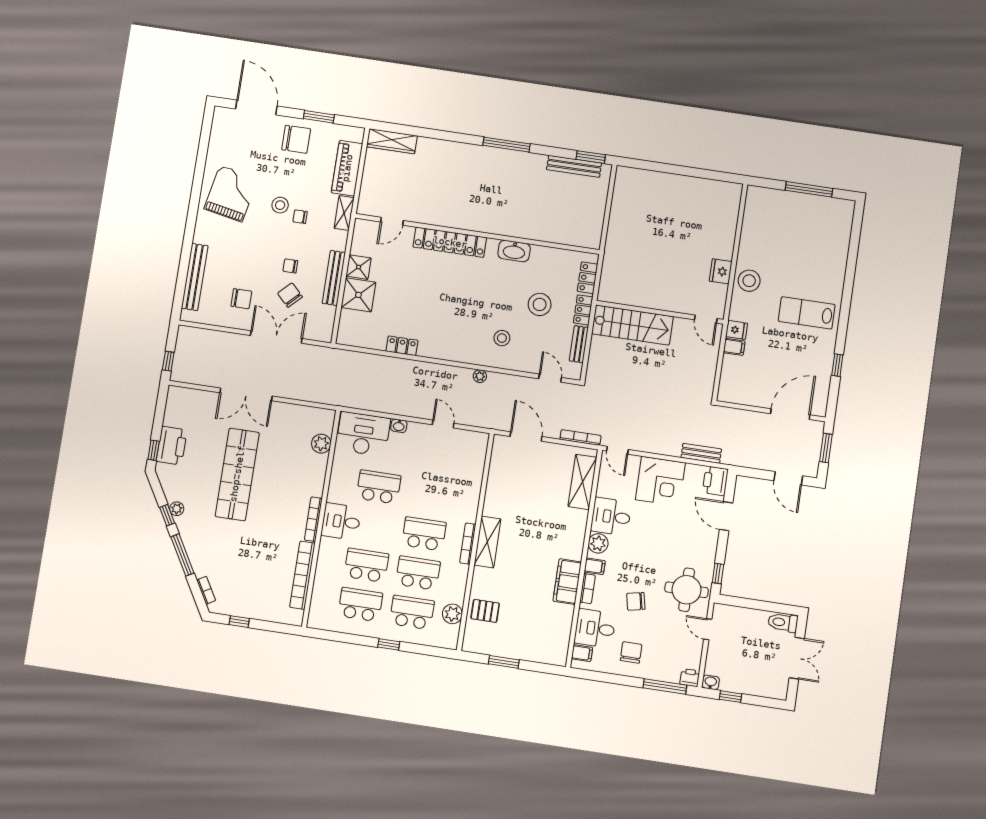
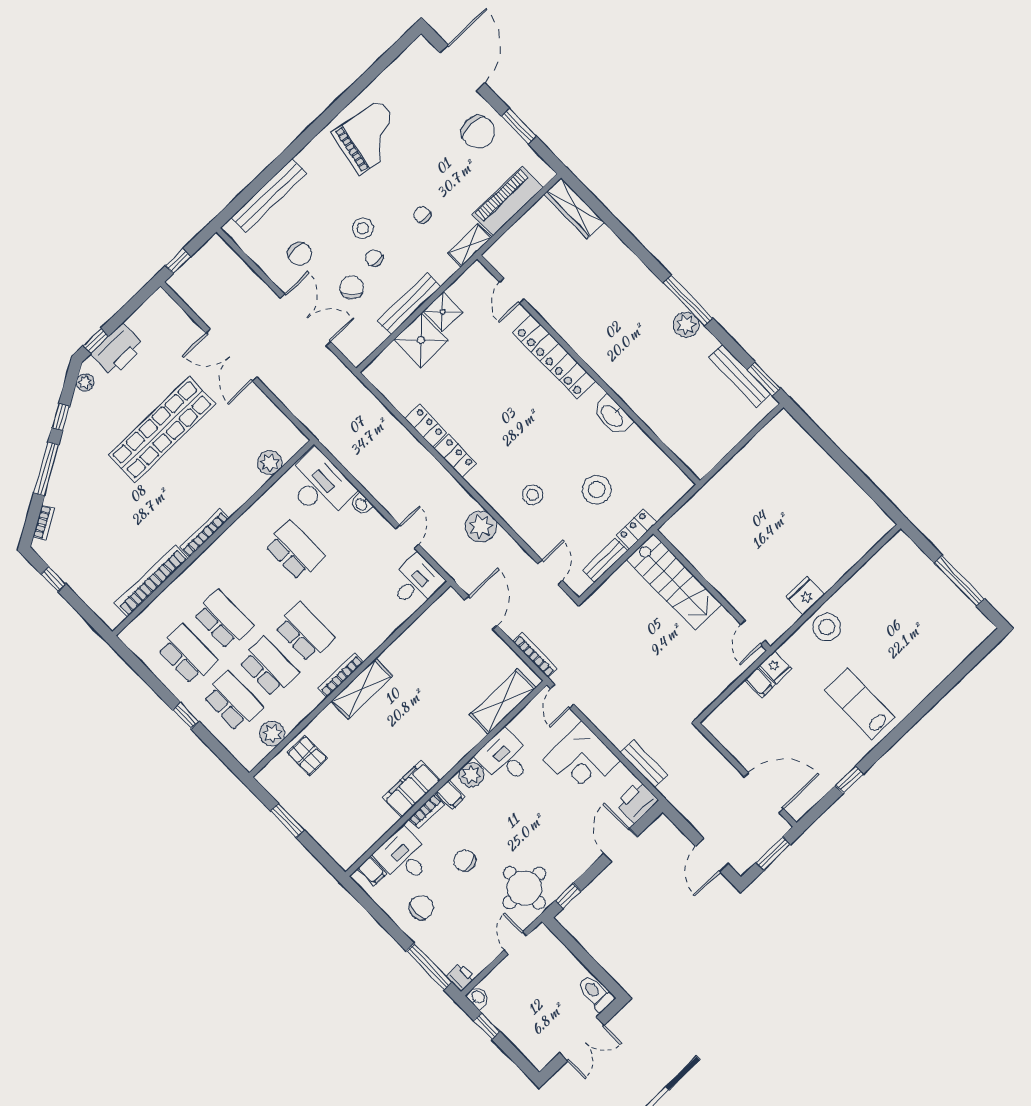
plant: (517, 160) -> (686, 325), added
stool: (280, 205) -> (363, 228), moved
door: (392, 221) -> (512, 291), hinge flipped
locker: (587, 278) -> (455, 456), moved, turned 90
plant: (480, 376) -> (481, 527), width x1.87, depth x1.87
plant: (177, 509) -> (85, 382), moved
desk: (341, 521) -> (416, 582), moved, turned 90

